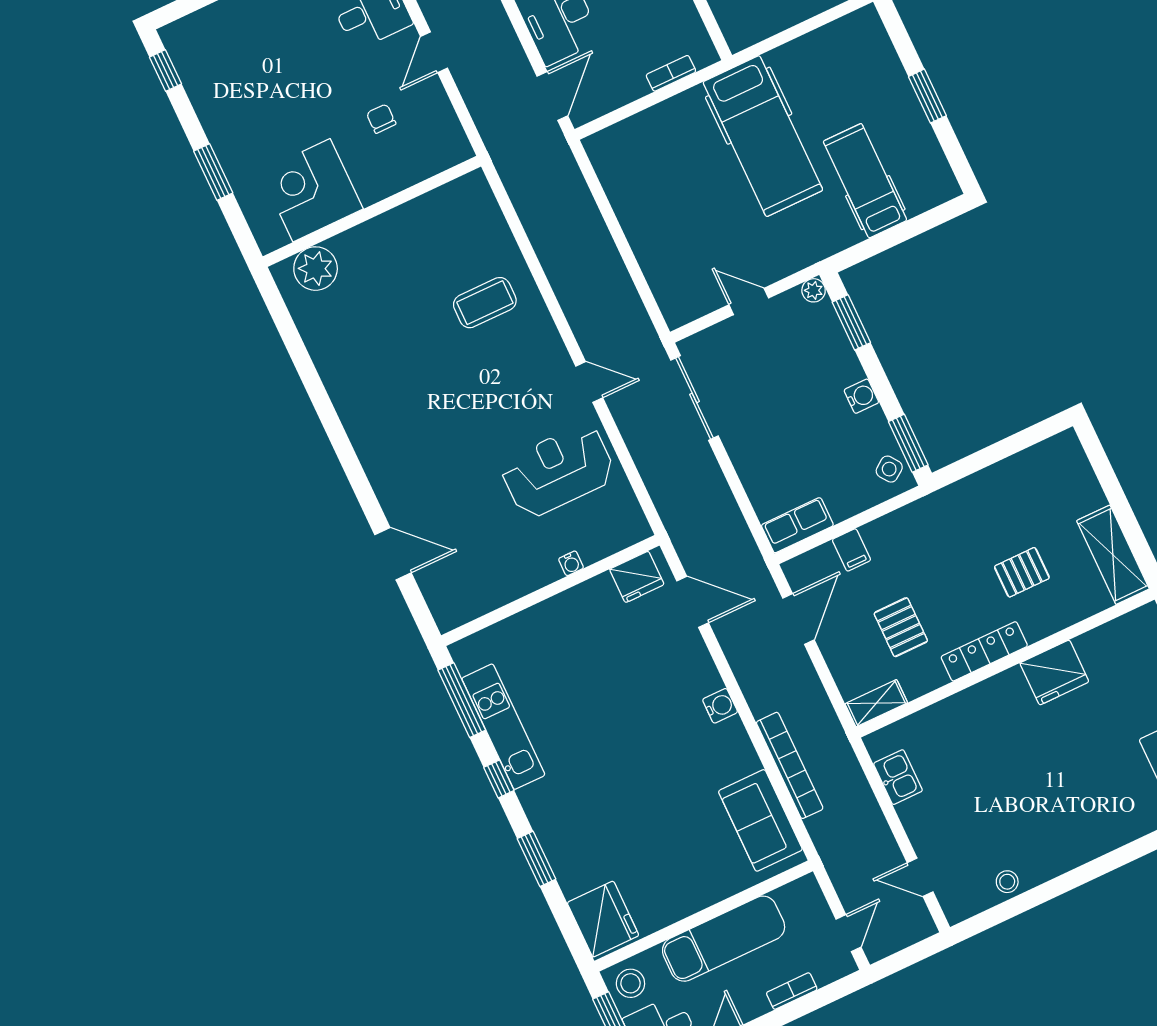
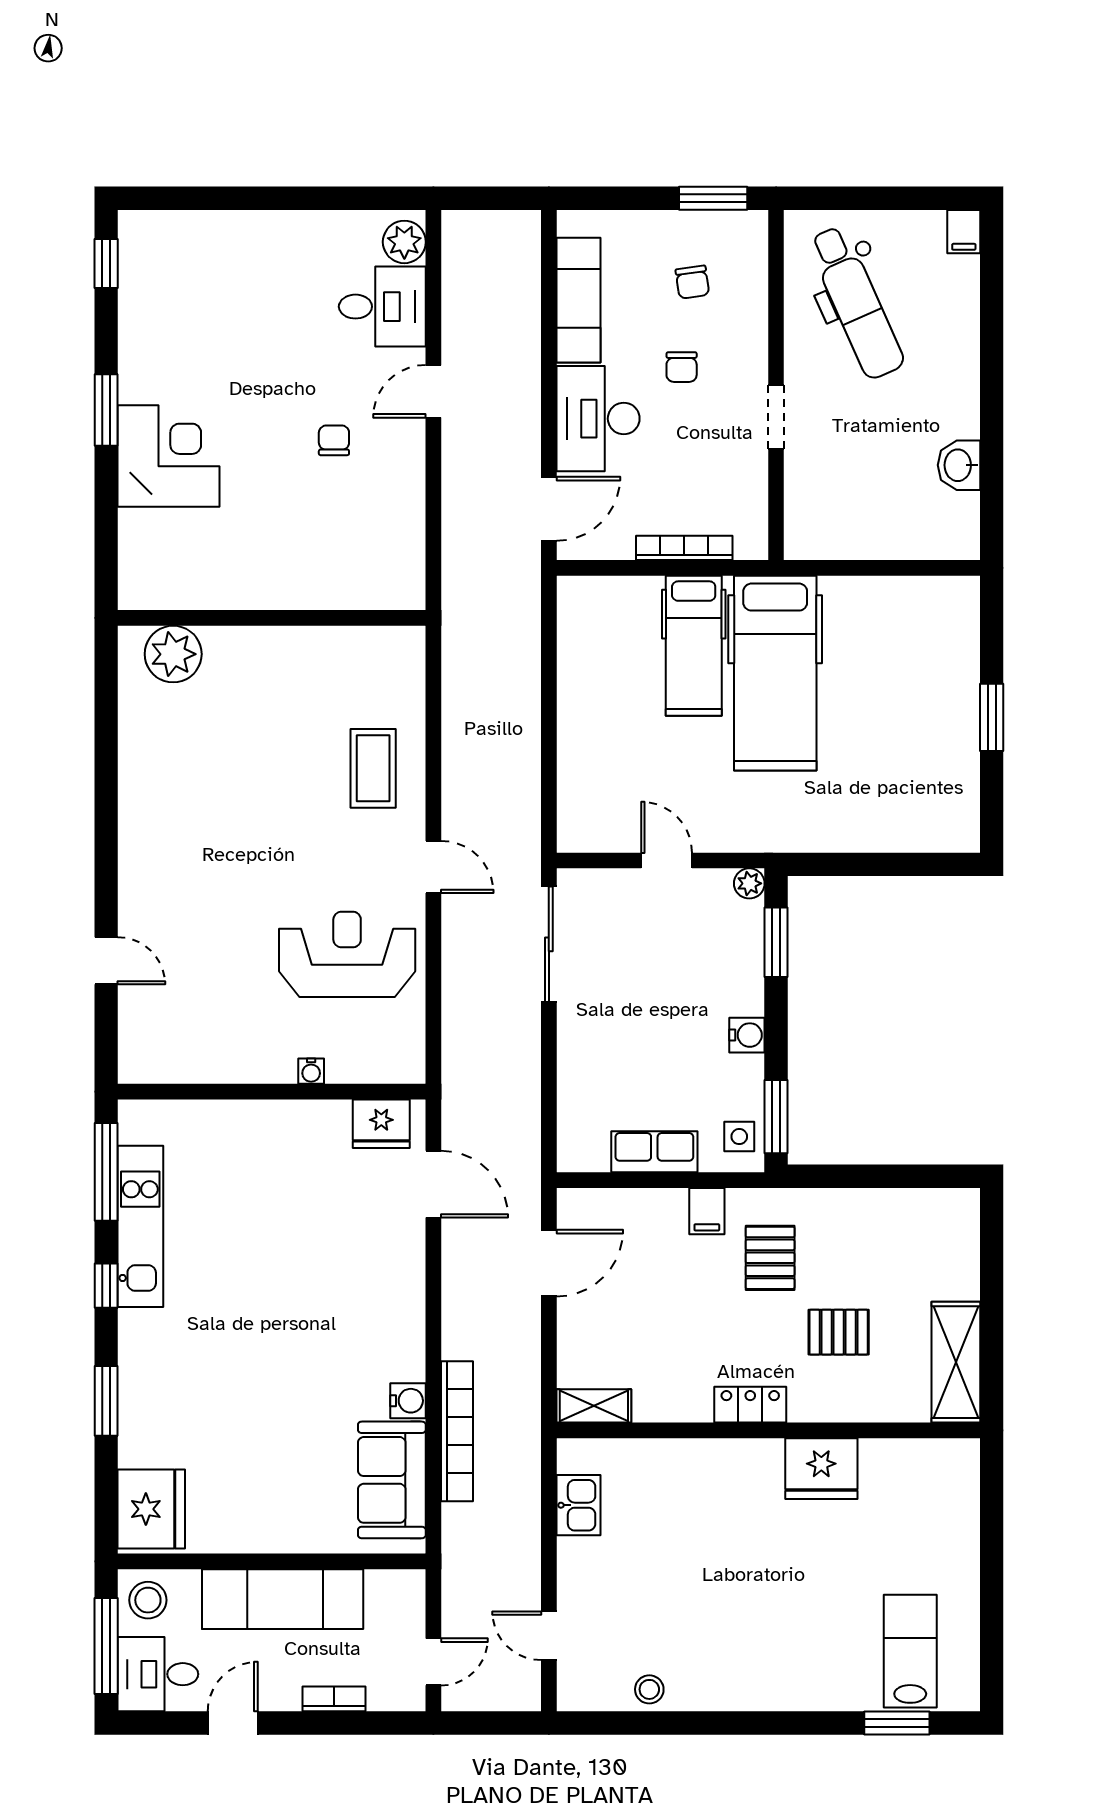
bookcase: (671, 73) -> (684, 548), width x1.56
hospital bed: (865, 181) -> (694, 646), moved, turned 180
corner desk: (312, 190) -> (168, 456), moved, turned 90
wall: (372, 211) -> (272, 618), moved
plant: (316, 269) -> (173, 654), moved
coffee table: (485, 303) -> (373, 768), moved, turned 90
side table: (889, 469) -> (739, 1137), turned 36
row of seats: (797, 525) -> (654, 1152), moved
filing cabinet: (851, 550) -> (707, 1211), moved
door: (393, 554) -> (106, 961), width x0.73
pallet: (901, 627) -> (770, 1258), moved
locker: (984, 651) -> (750, 1405), width x0.66
water cooler: (720, 706) -> (408, 1401), moved

